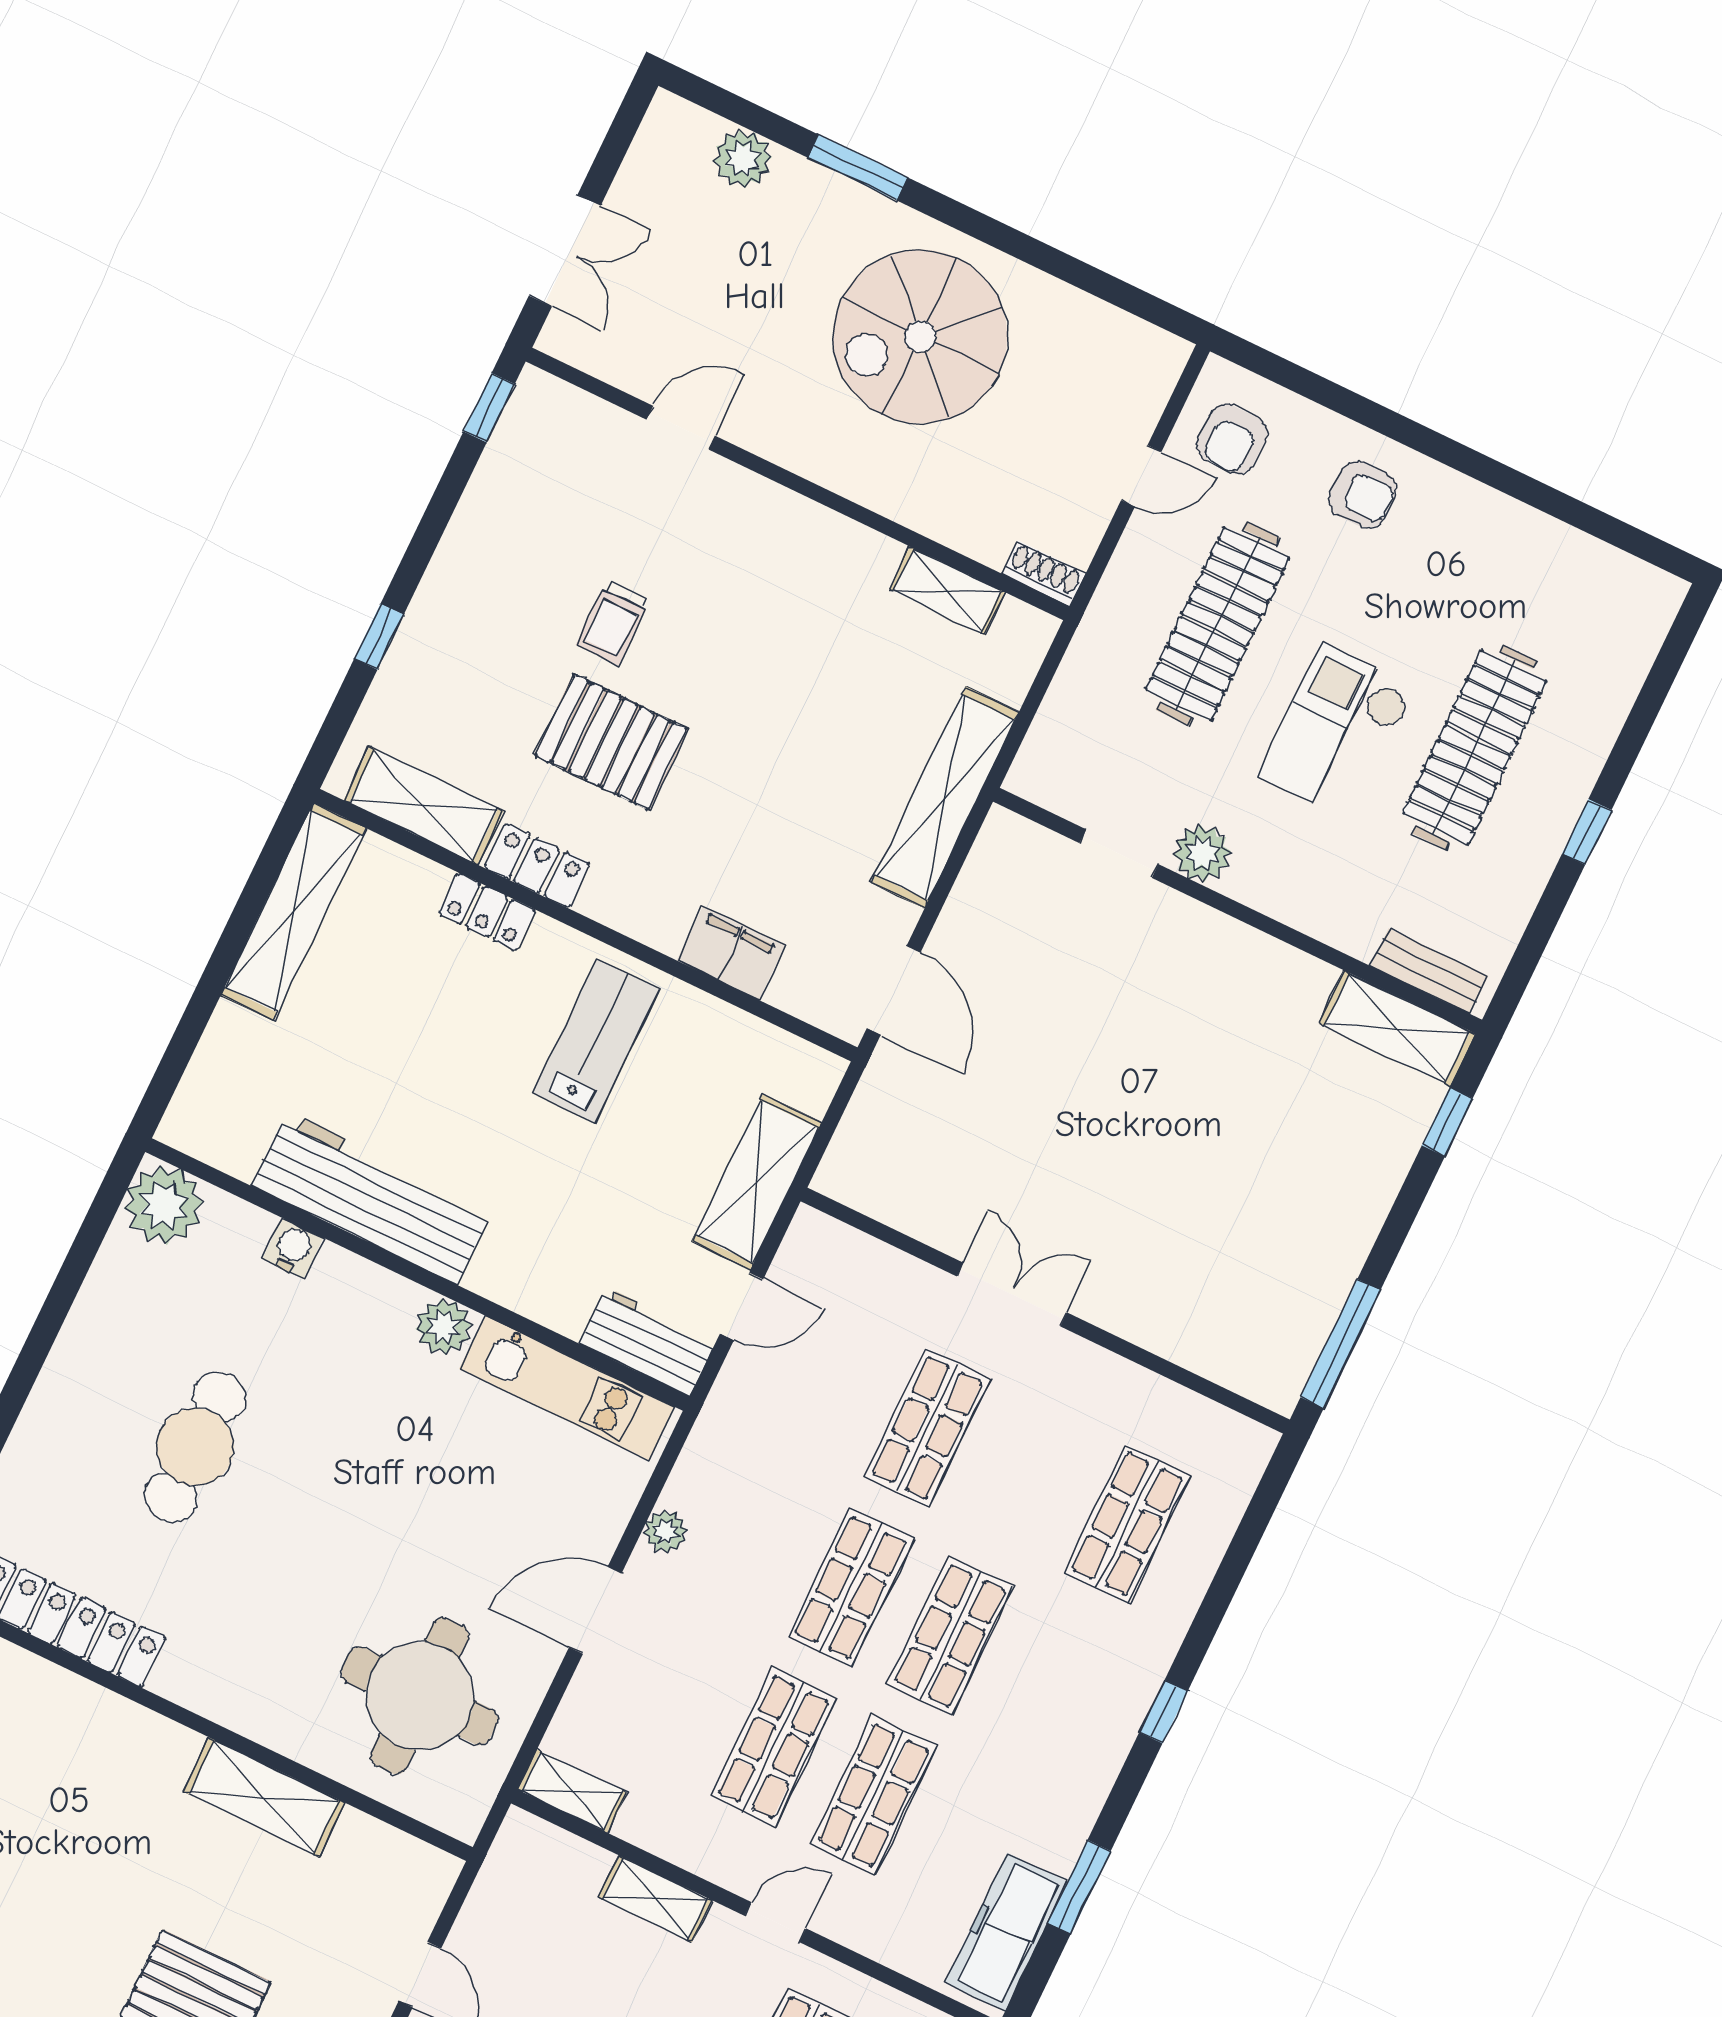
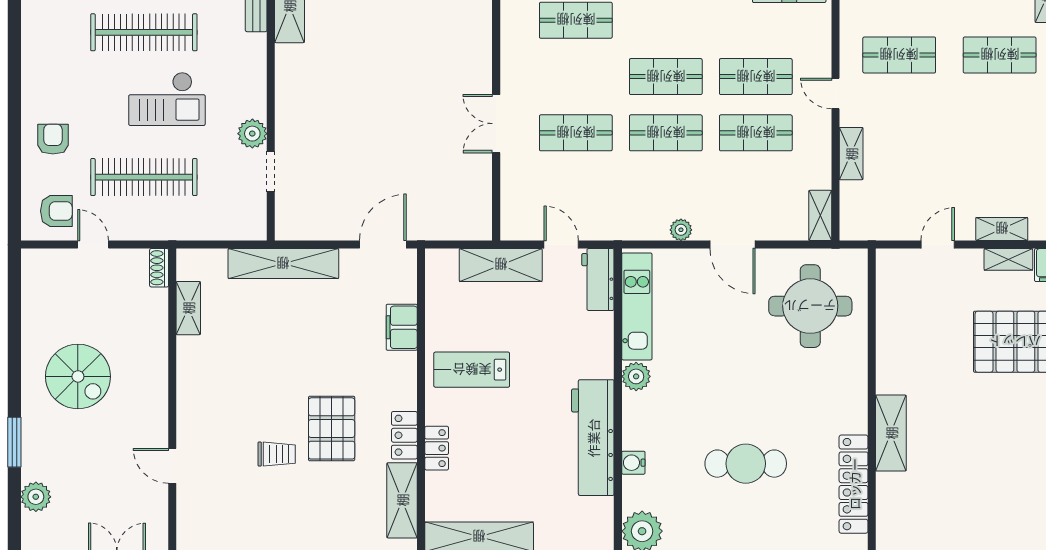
spiral stairs: (920, 336) -> (78, 376), width x0.73, depth x0.73
shelving: (264, 1797) -> (891, 433), moved

